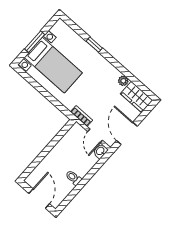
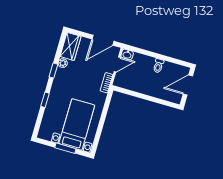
window: (120, 68) -> (53, 70), added

